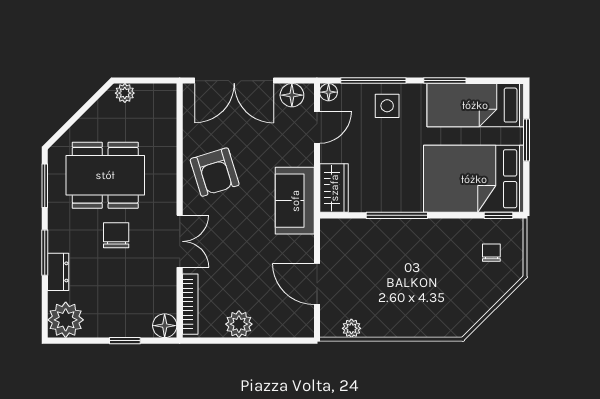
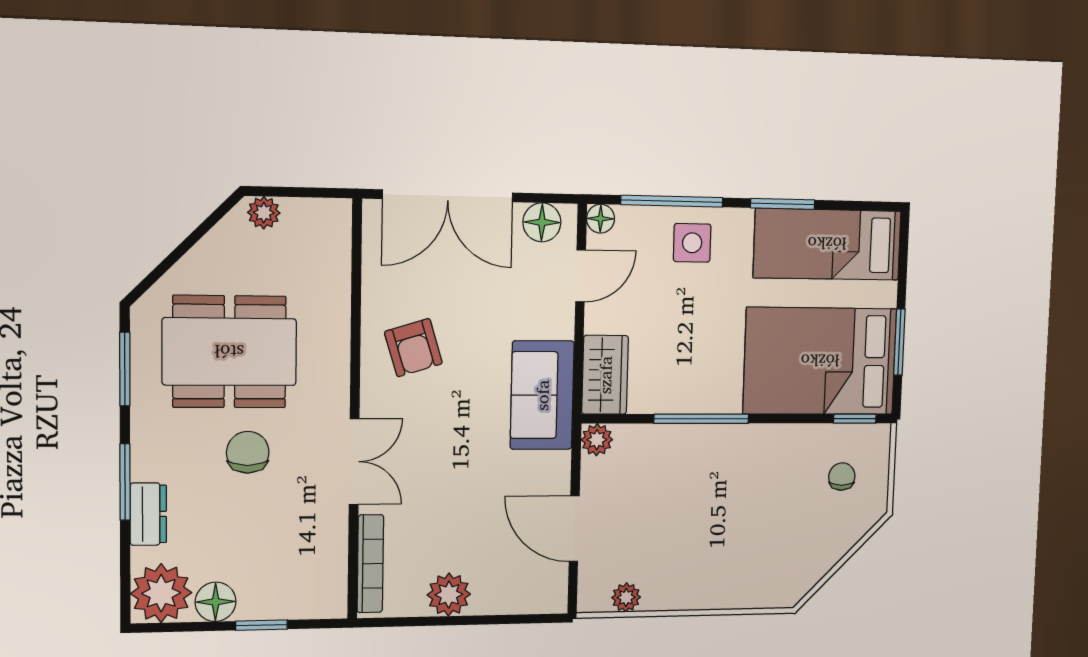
window: (526, 140) -> (899, 342), moved
armchair: (215, 172) -> (413, 348), width x0.72, depth x0.72
plant: (330, 228) -> (597, 440), added
floor lamp: (165, 326) -> (216, 602), moved

